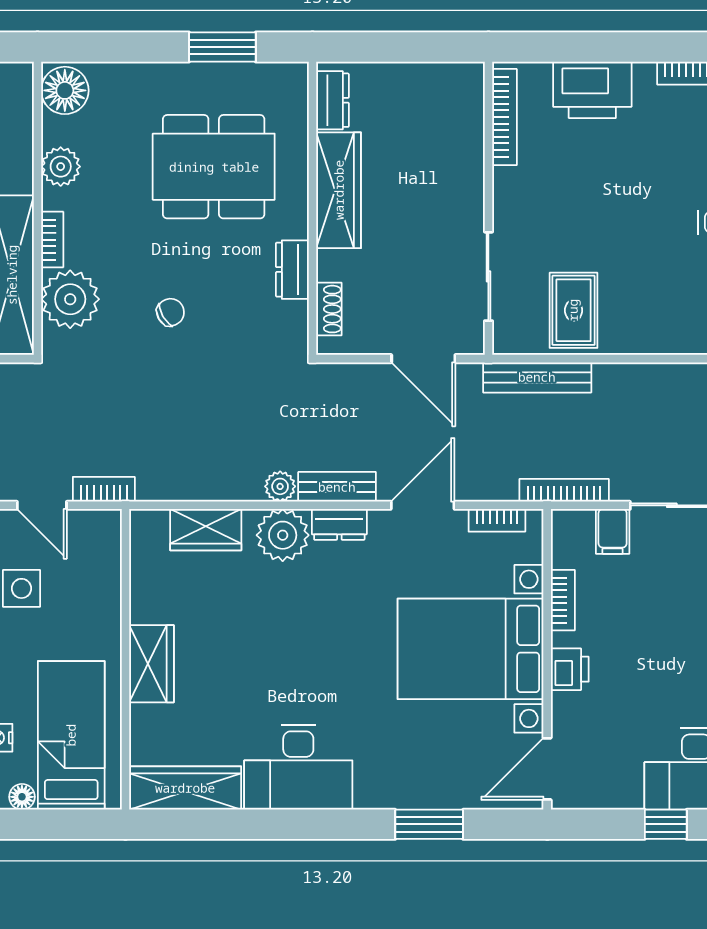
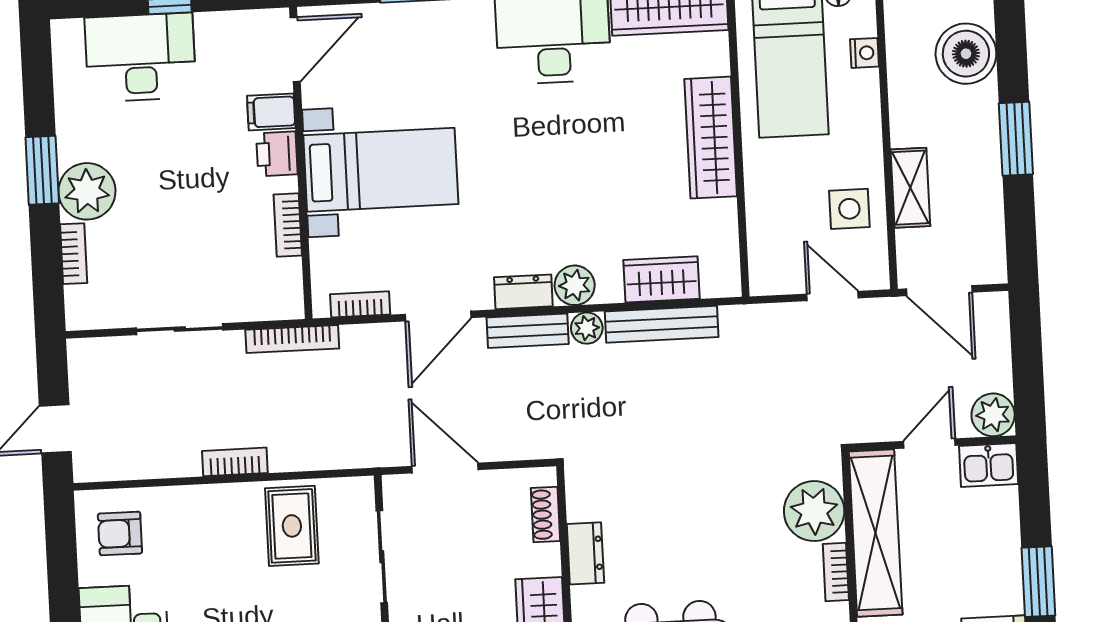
chair: (170, 312) -> (709, 503), removed
bench: (537, 377) -> (662, 324), moved
bookcase: (104, 489) -> (235, 462), moved, turned 180
filing cabinet: (613, 531) -> (271, 112), moved, turned -90
plant: (283, 535) -> (575, 285), width x0.73, depth x0.73
bed with nightstands: (471, 649) -> (381, 170), width x0.73
wardrobe: (152, 664) -> (711, 138), width x1.50

